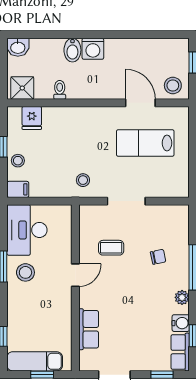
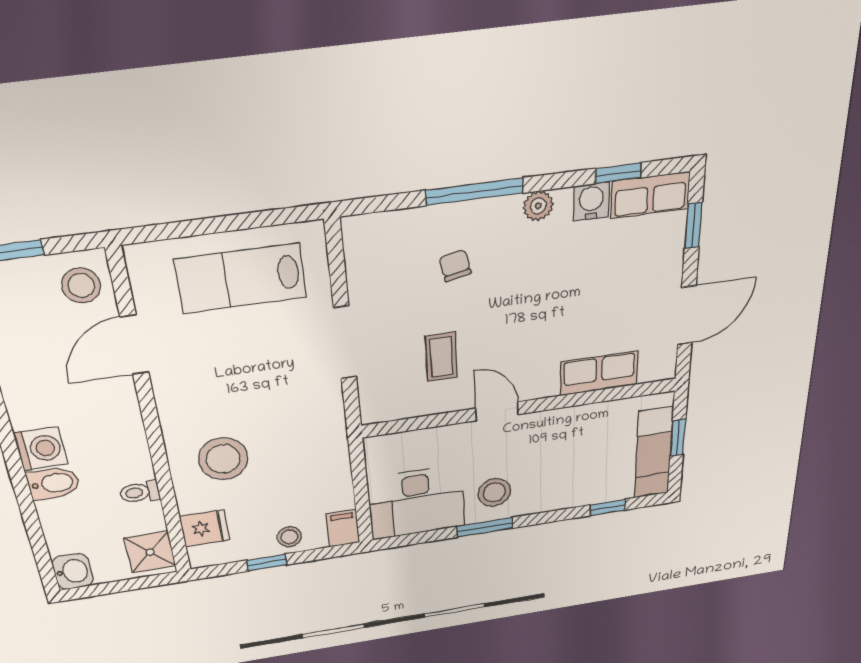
lab bench: (145, 143) -> (241, 278), moved, turned 90
stool: (83, 180) -> (223, 459), moved, width x1.89, depth x1.89

